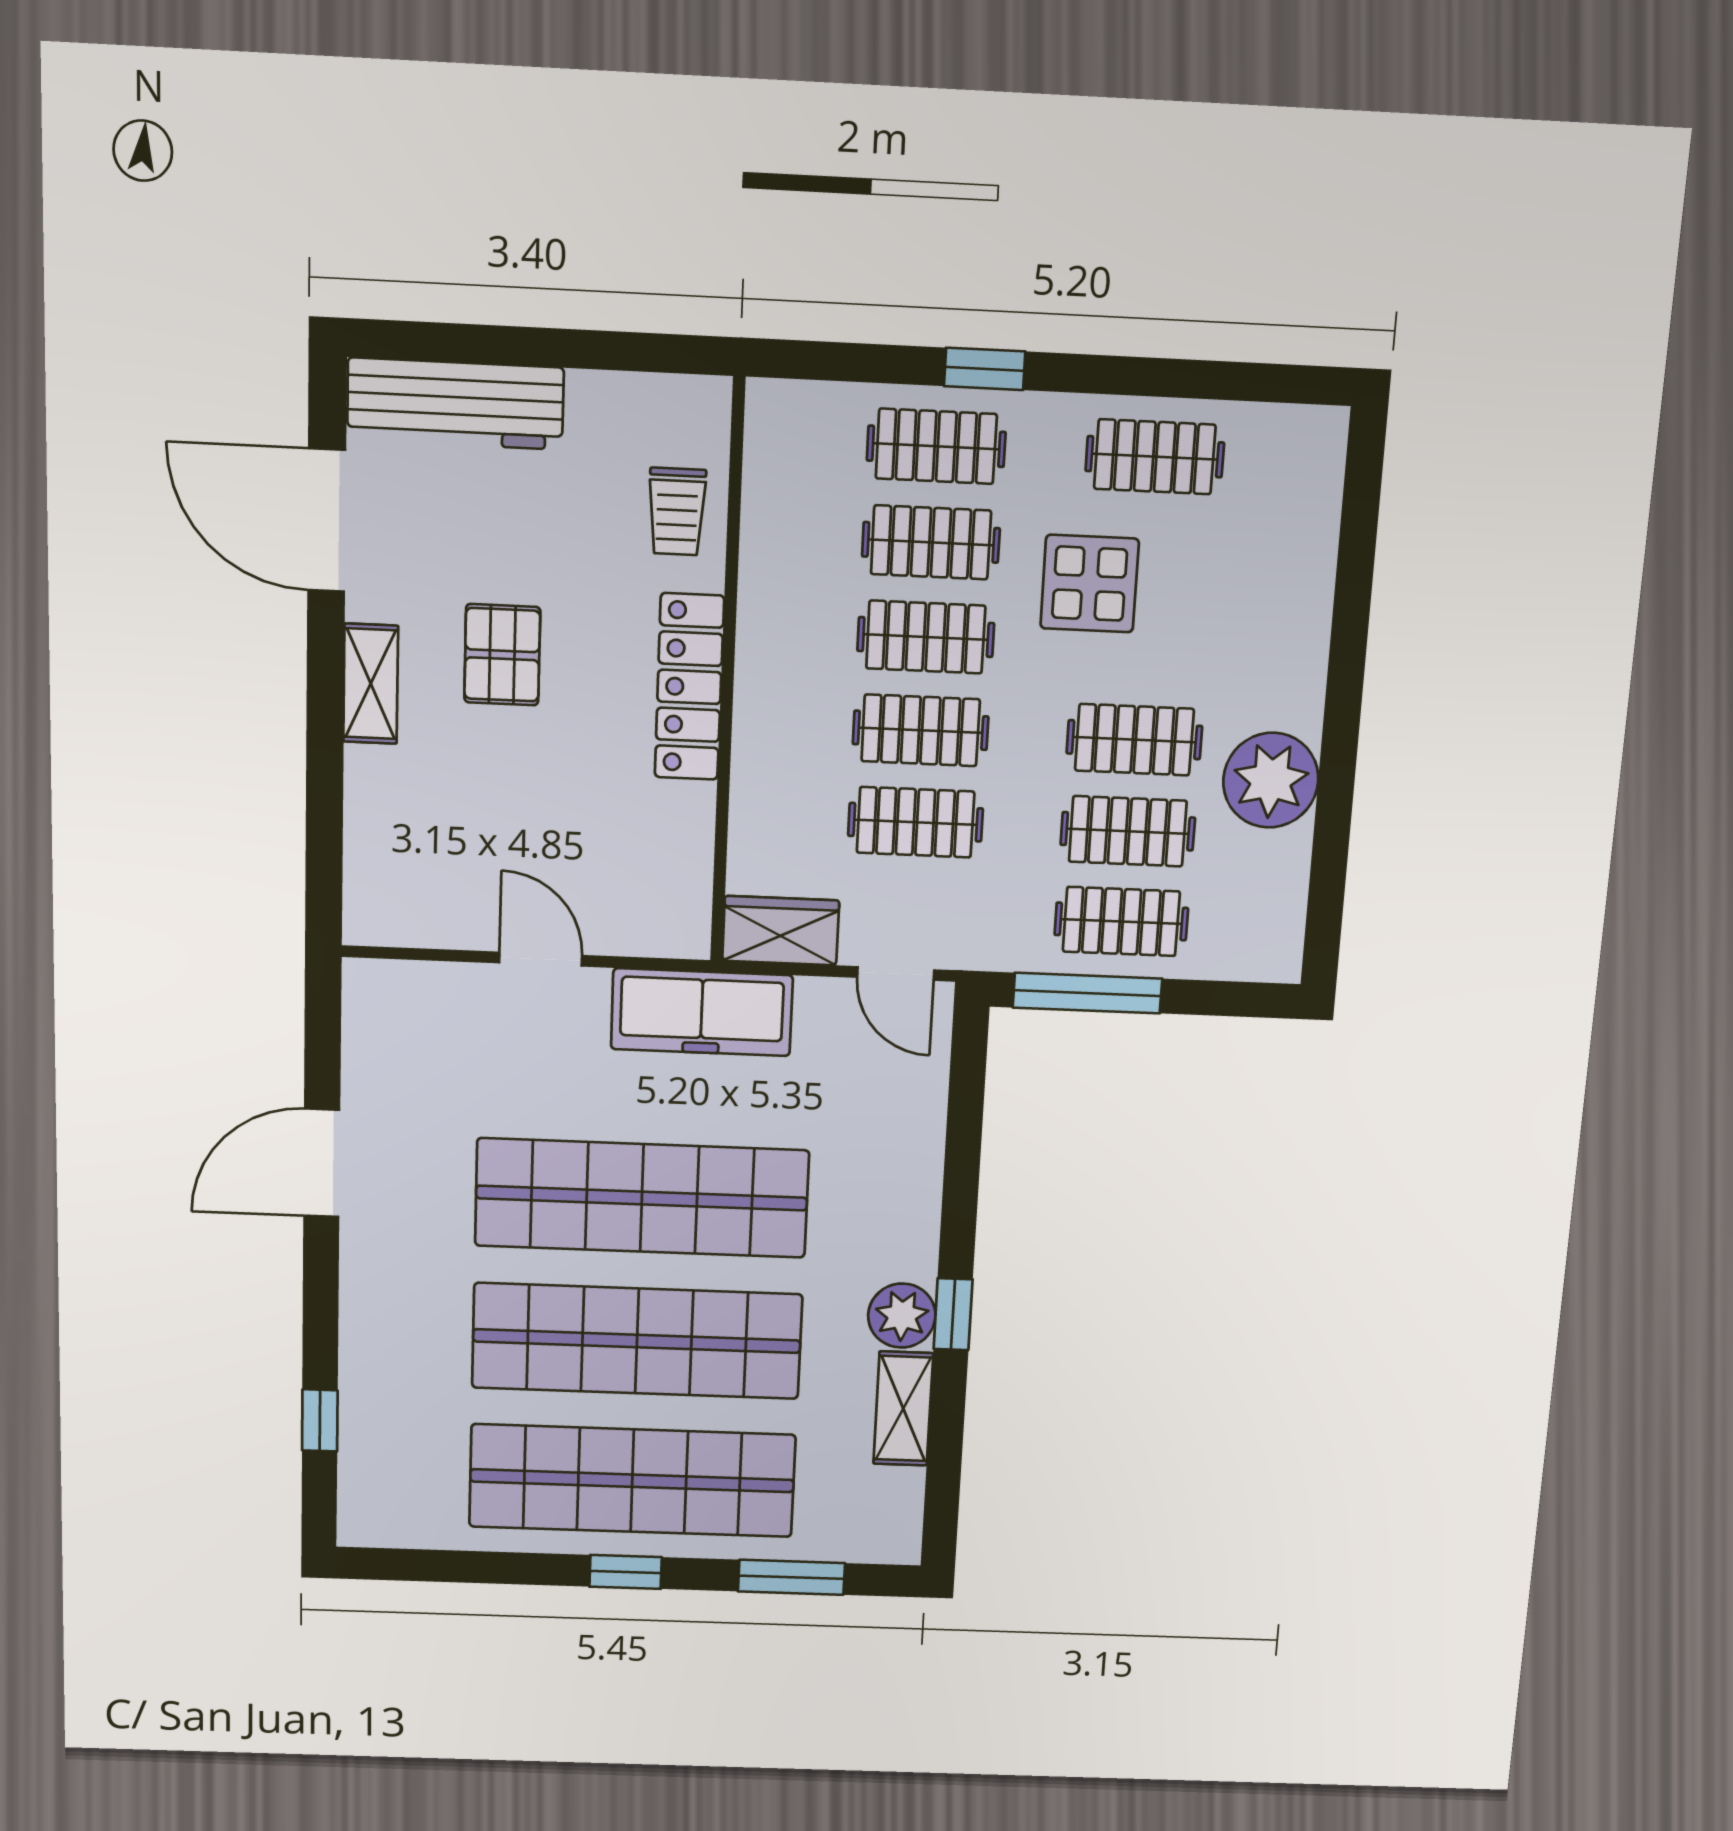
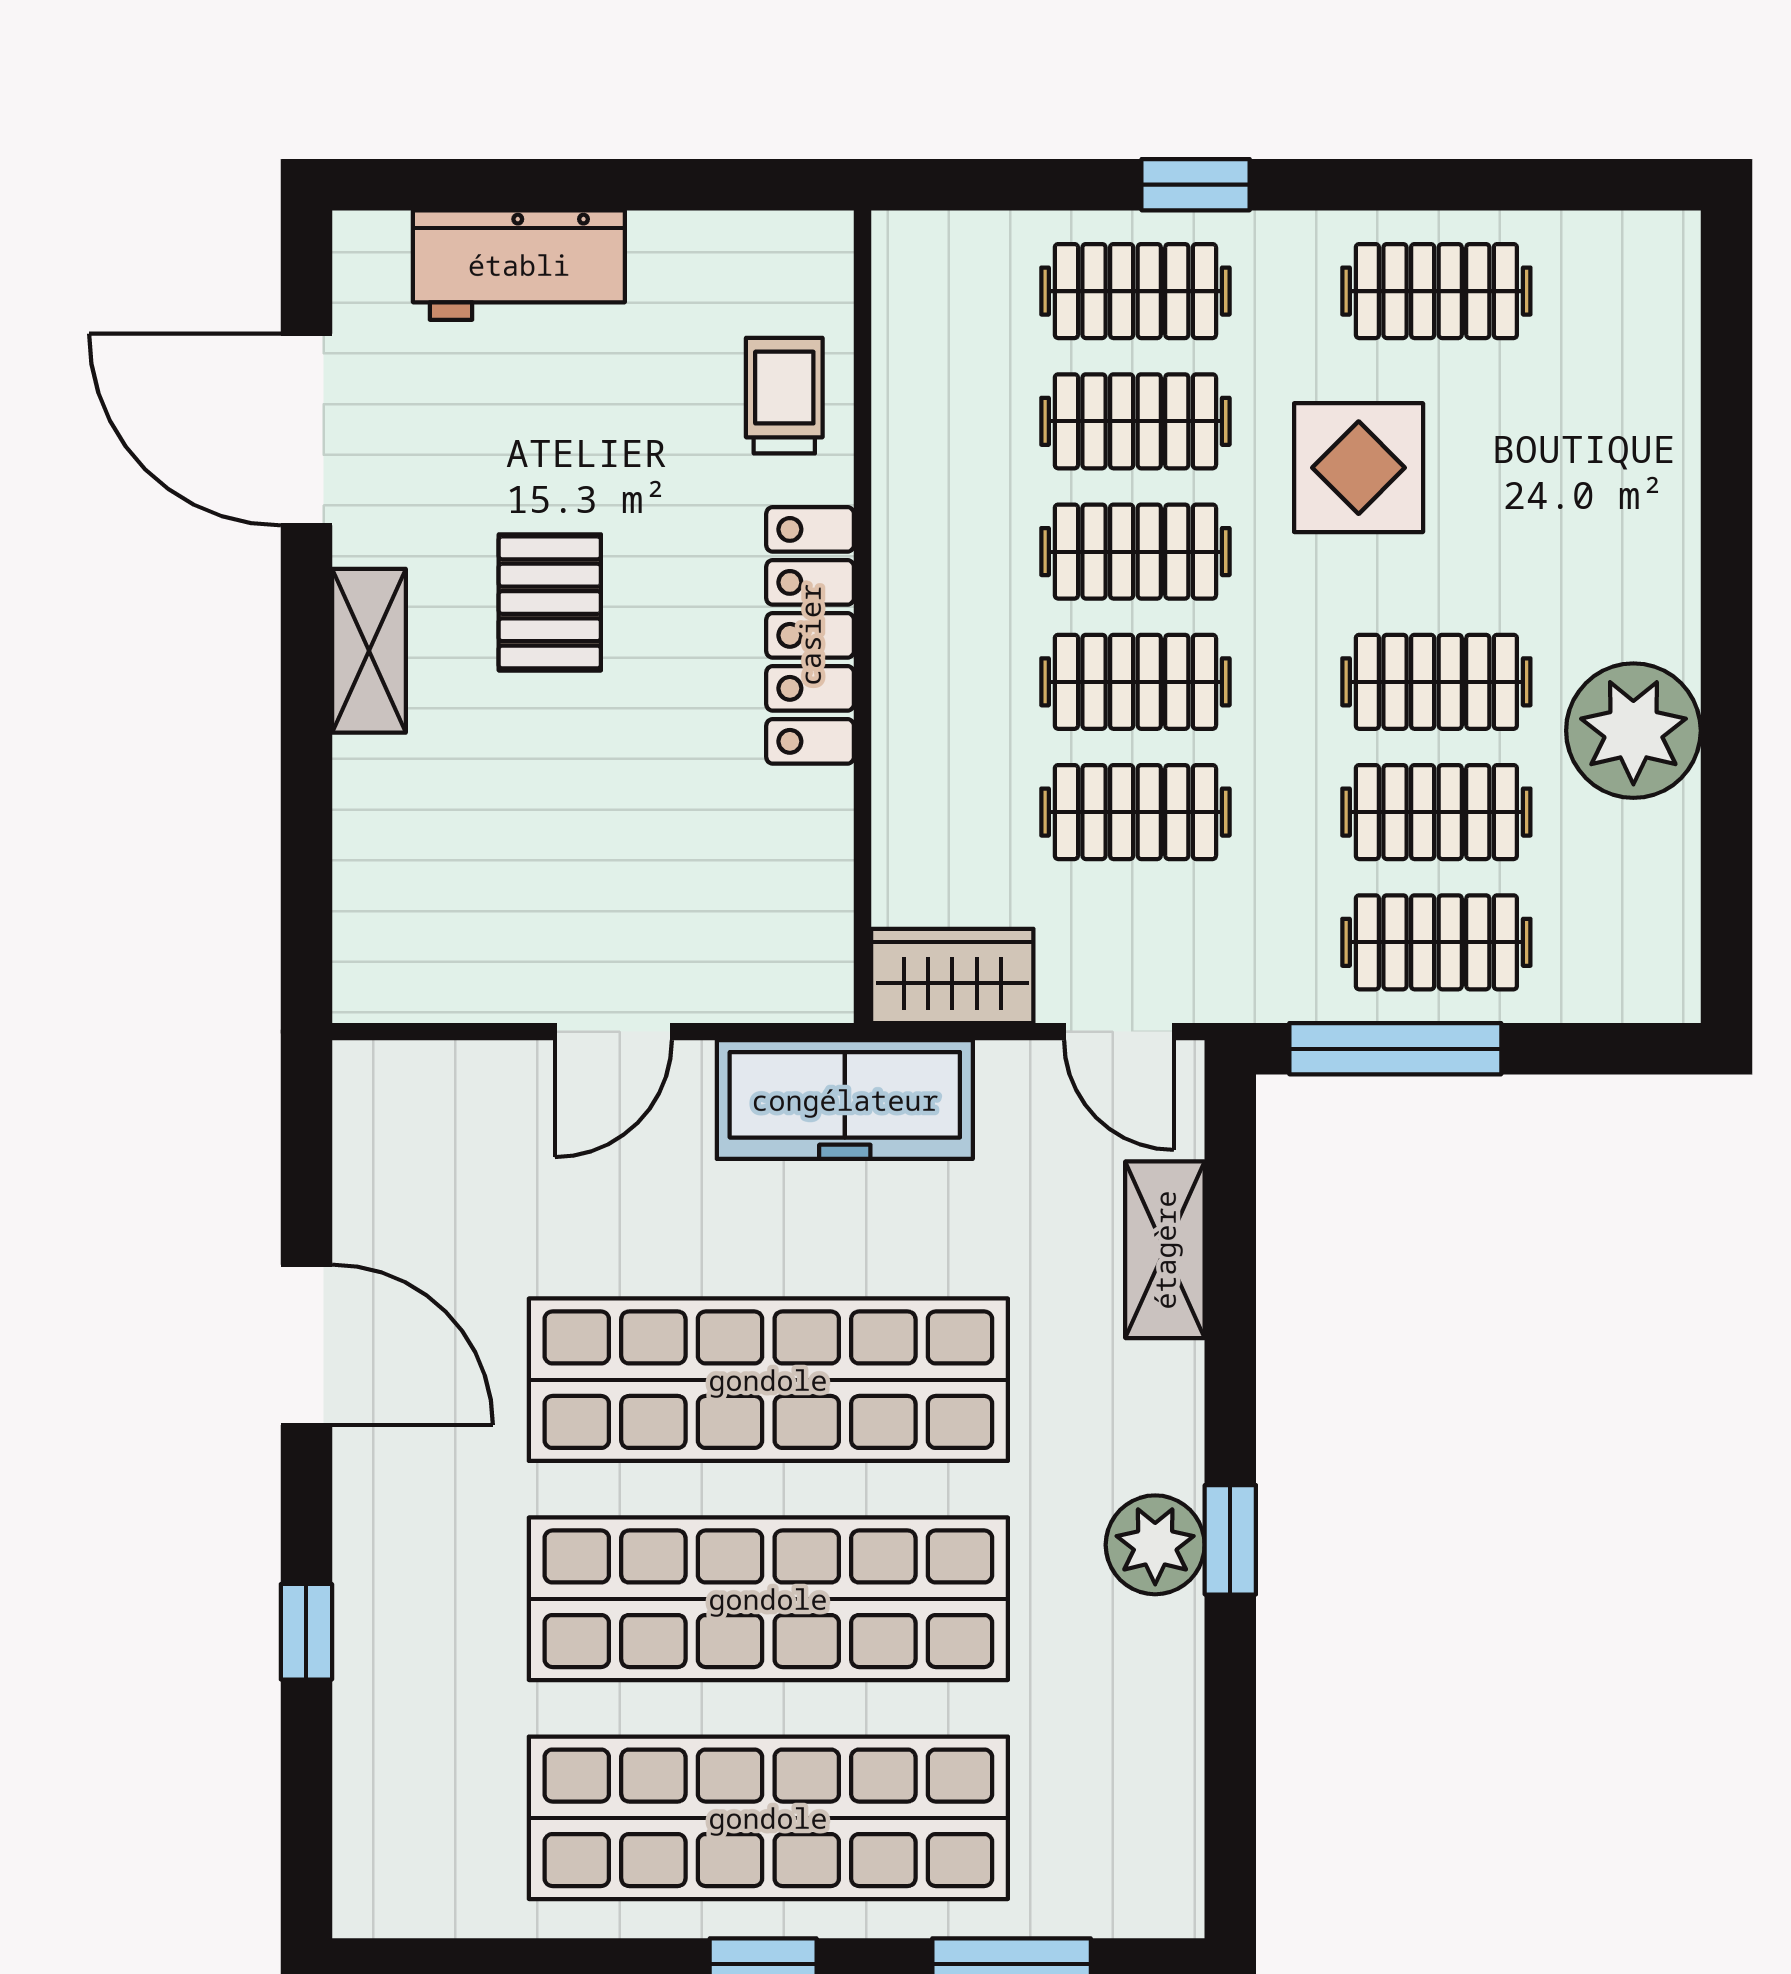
workbench: (455, 404) -> (519, 265), width x0.73
trolley: (677, 512) -> (784, 396), turned 180
door: (541, 959) -> (613, 1032), swing flipped
door: (322, 1163) -> (306, 1345), swing flipped
shelving: (903, 1409) -> (1165, 1250), moved
window: (320, 1420) -> (306, 1632), moved

